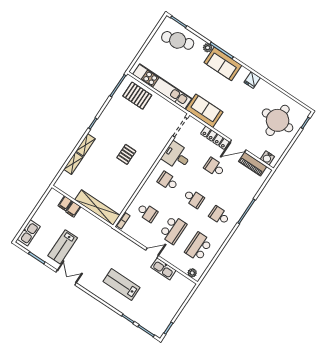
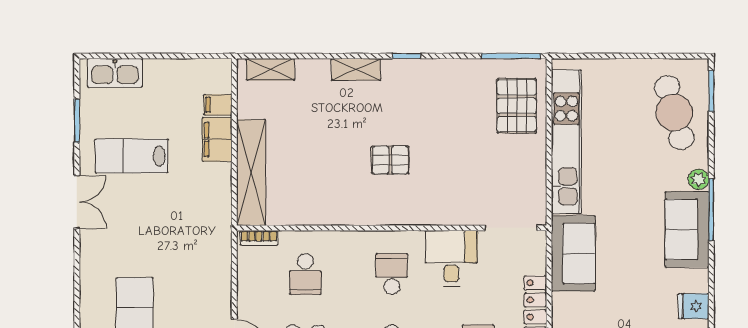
shelving: (73, 163) -> (270, 69), moved
filing cabinet: (73, 209) -> (217, 139), width x2.00

